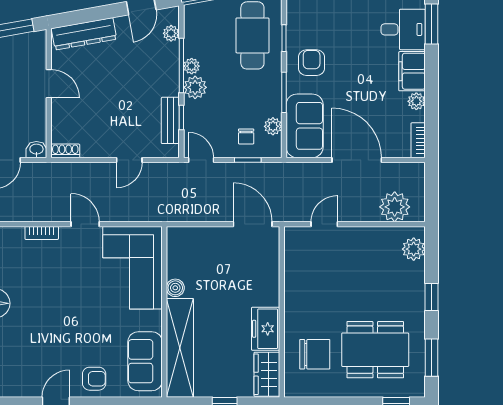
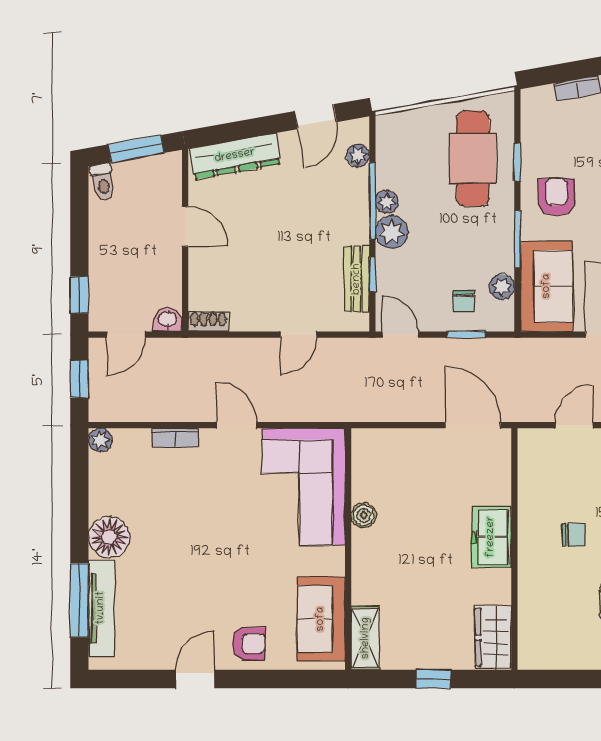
freezer: (266, 329) -> (491, 537), moved
shelving: (180, 348) -> (366, 638), width x0.45, depth x0.75
chair: (315, 354) -> (574, 535), moved, width x0.54, depth x0.54

